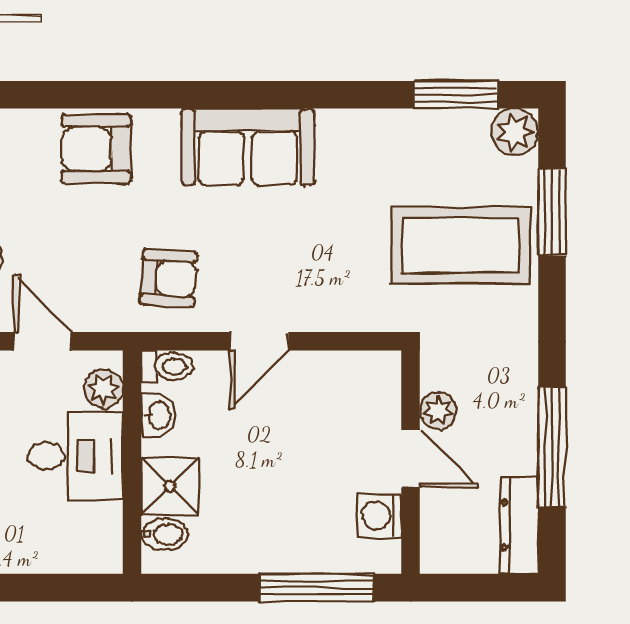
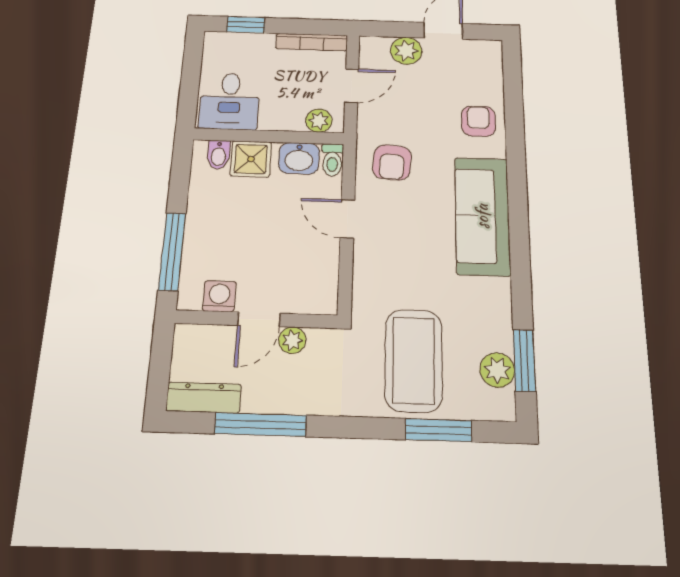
plant: (515, 132) -> (497, 370), moved
sofa: (248, 147) -> (482, 216), width x1.36
armchair: (96, 149) -> (478, 121), width x0.72, depth x0.72
washbasin: (159, 416) -> (299, 158), width x1.38, depth x1.45
desk: (76, 456) -> (230, 101), moved

